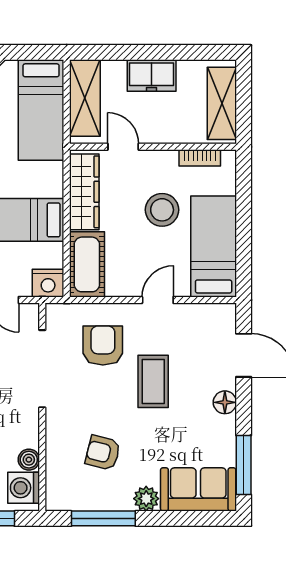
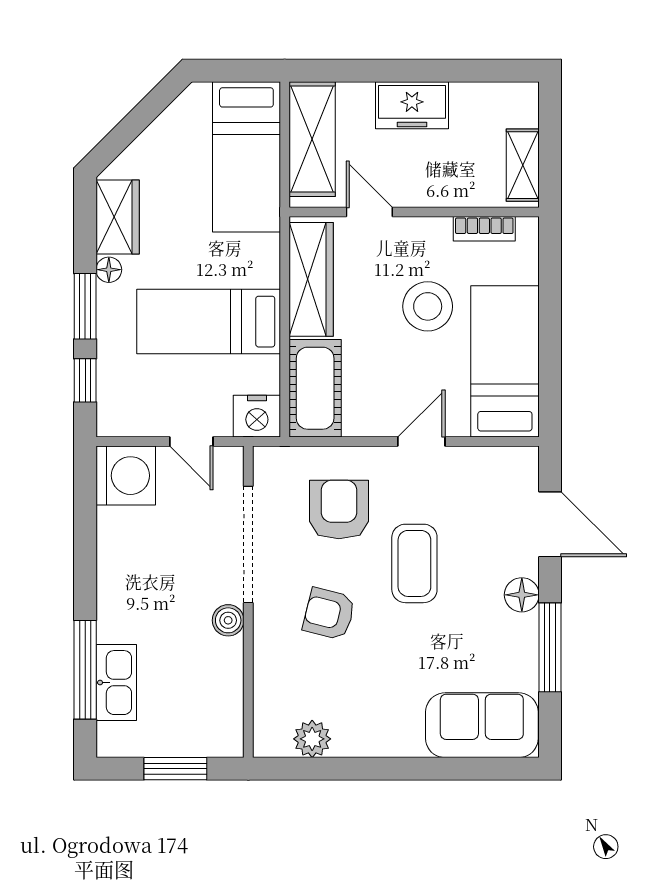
shelving: (222, 103) -> (523, 165), width x0.67, depth x0.75
armchair: (103, 453) -> (329, 614), moved
boiler: (29, 460) -> (228, 620), moved
window: (244, 465) -> (550, 647), moved
washing machine: (24, 488) -> (220, 723), removed
plant: (146, 499) -> (312, 739), moved
window: (103, 518) -> (340, 769), removed

